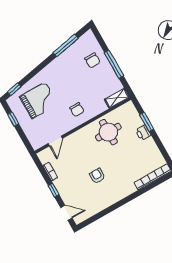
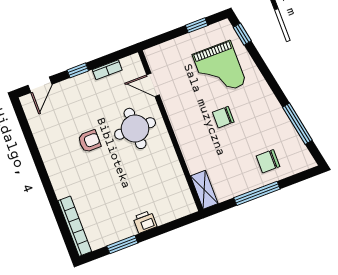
chair: (77, 110) -> (223, 117), moved
window: (147, 122) -> (122, 245), moved
round table: (108, 132) -> (135, 128), moved

